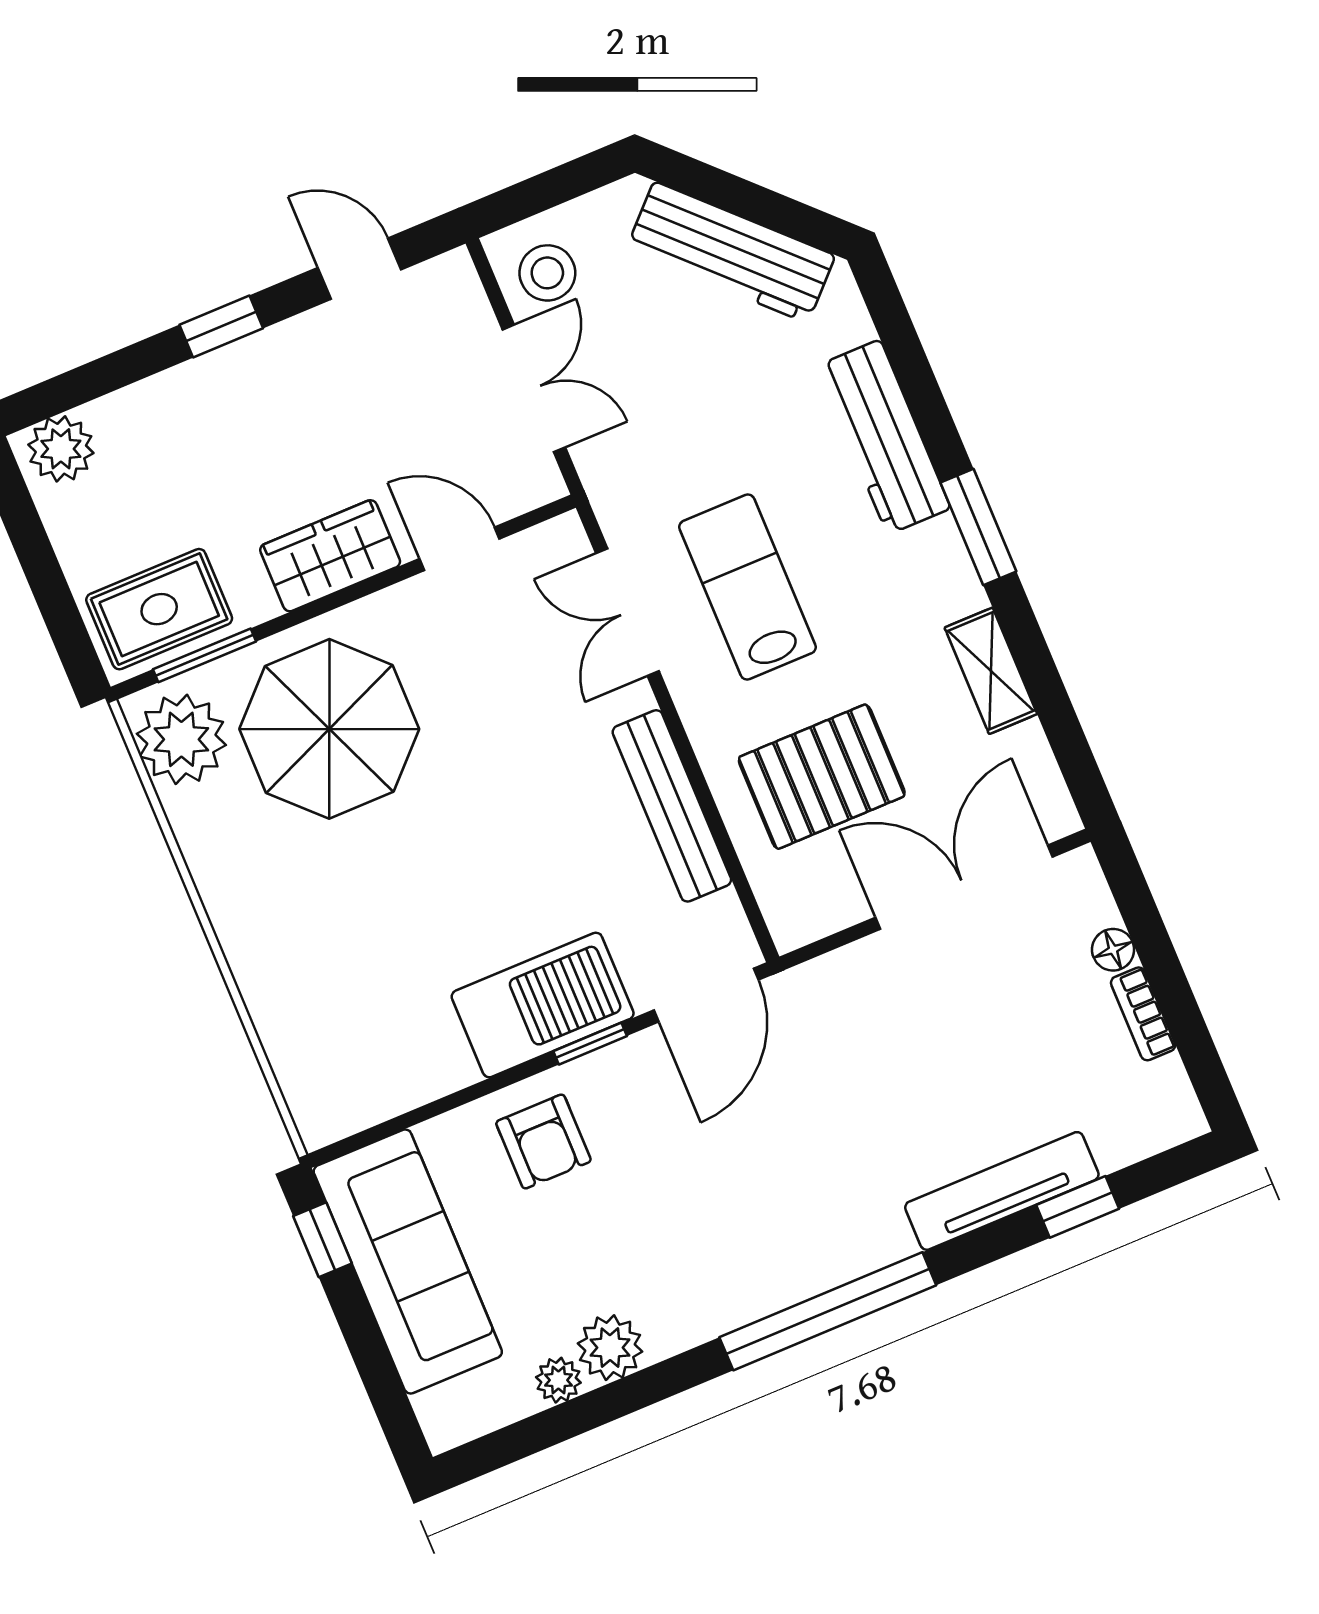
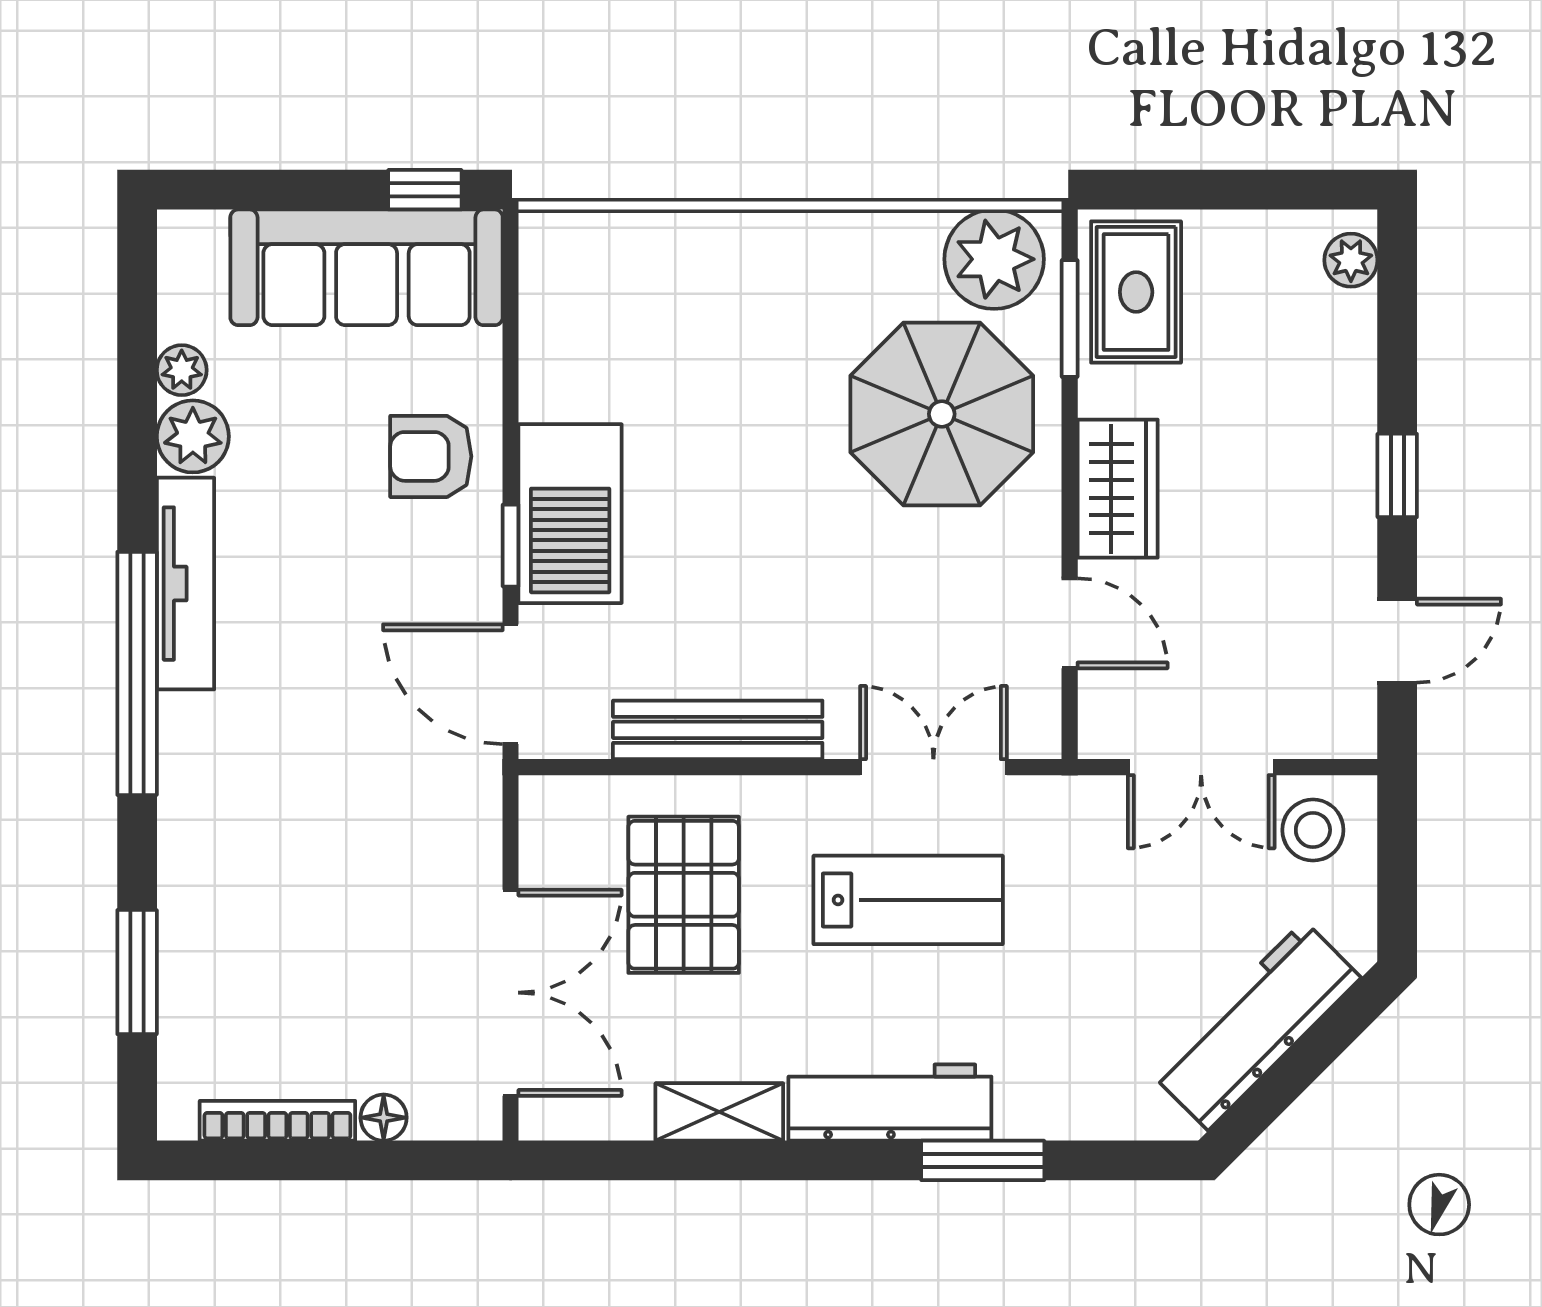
workbench: (884, 437) -> (890, 1103), moved
plant: (61, 449) -> (1351, 260), width x0.73, depth x0.73
window: (978, 527) -> (983, 1160), moved
door: (460, 549) -> (1070, 623), hinge flipped
bookcase: (1143, 1014) -> (277, 1121), width x1.56
tv unit: (1002, 1191) -> (185, 584), moved
window: (1078, 1207) -> (137, 972), width x1.50

